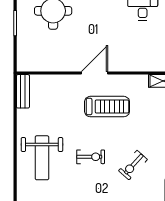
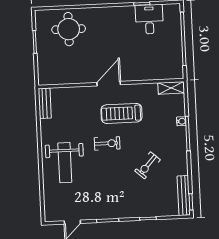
treadmill: (107, 107) -> (121, 113), turned 180
exercise bike: (91, 157) -> (107, 143), moved

